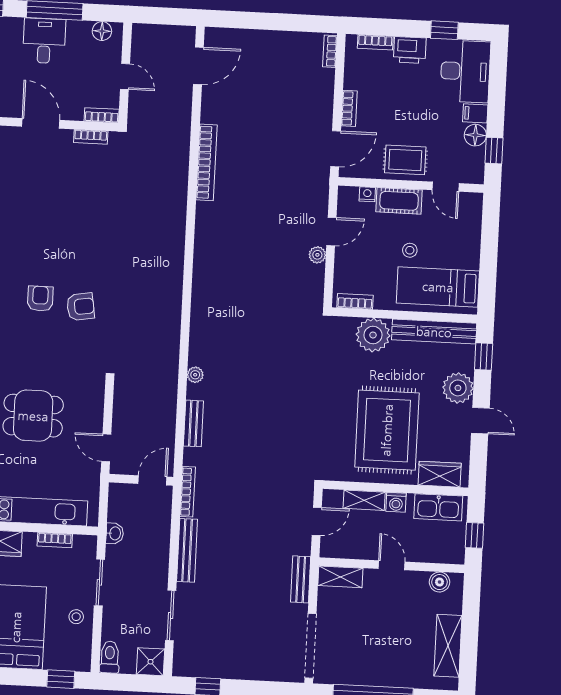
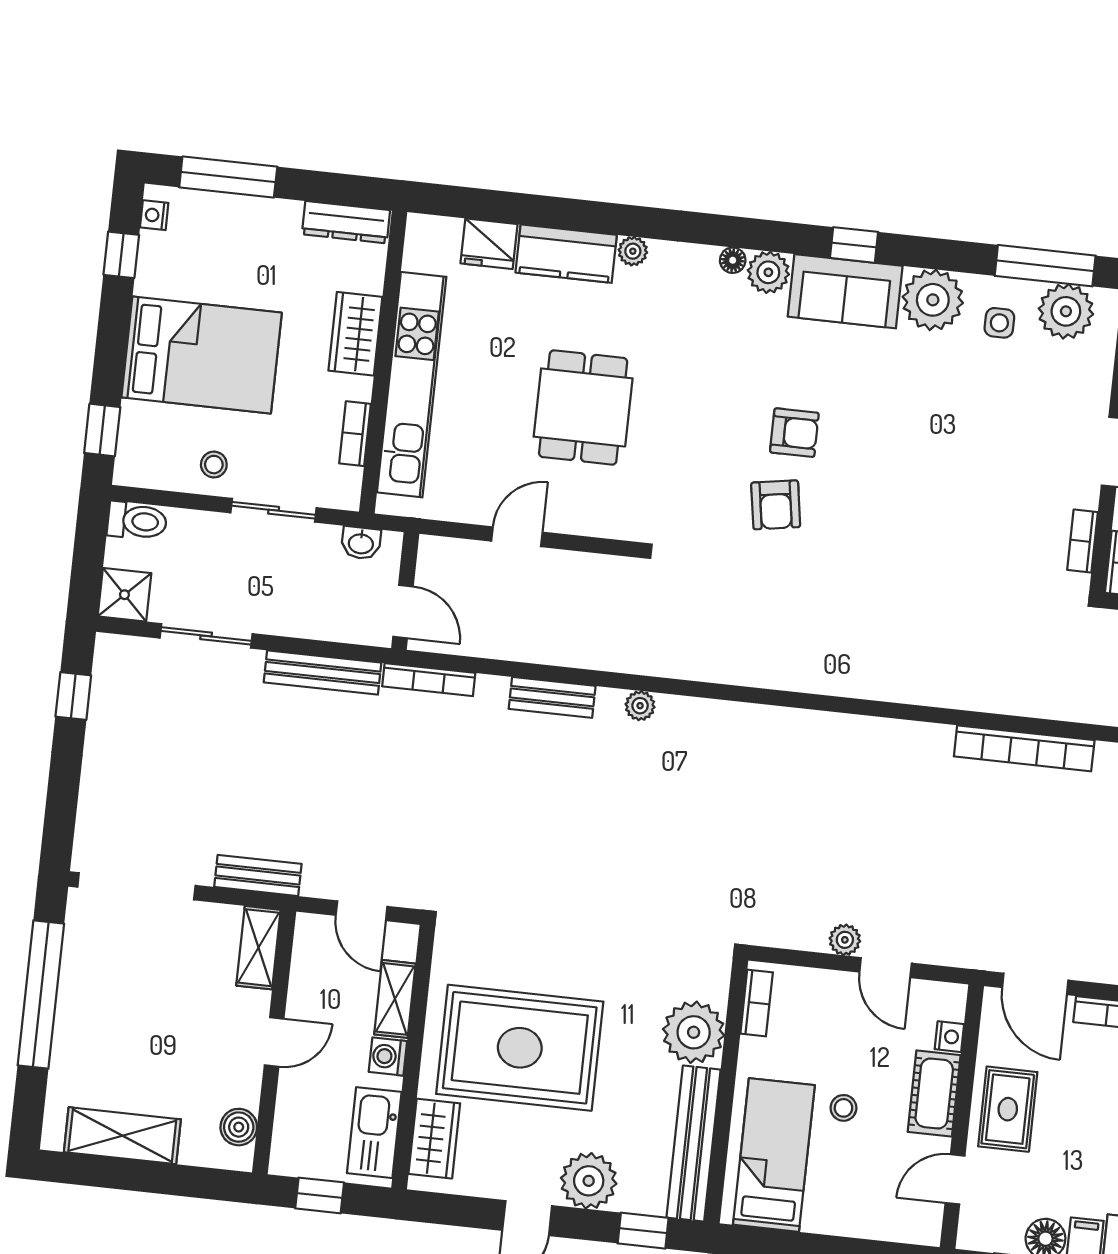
wall: (141, 480) -> (405, 591), moved
door: (152, 480) -> (403, 612), moved

